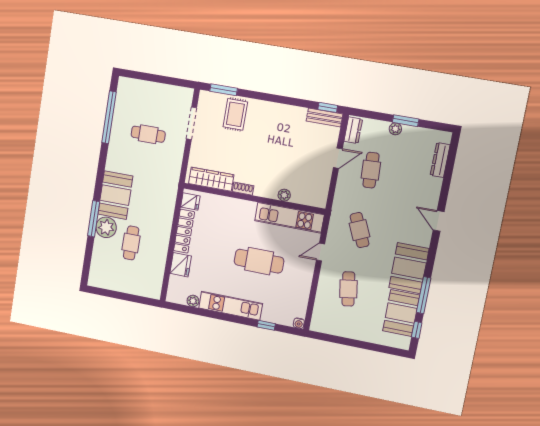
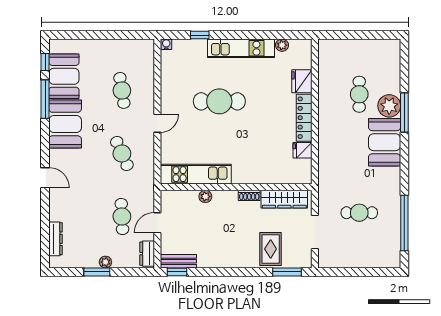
wardrobe: (211, 179) -> (284, 199), moved
shoe rack: (243, 189) -> (249, 195), moved
plant: (284, 195) -> (205, 196), moved
wall: (254, 199) -> (236, 187), moved
kitchen unit: (289, 218) -> (196, 174), moved

